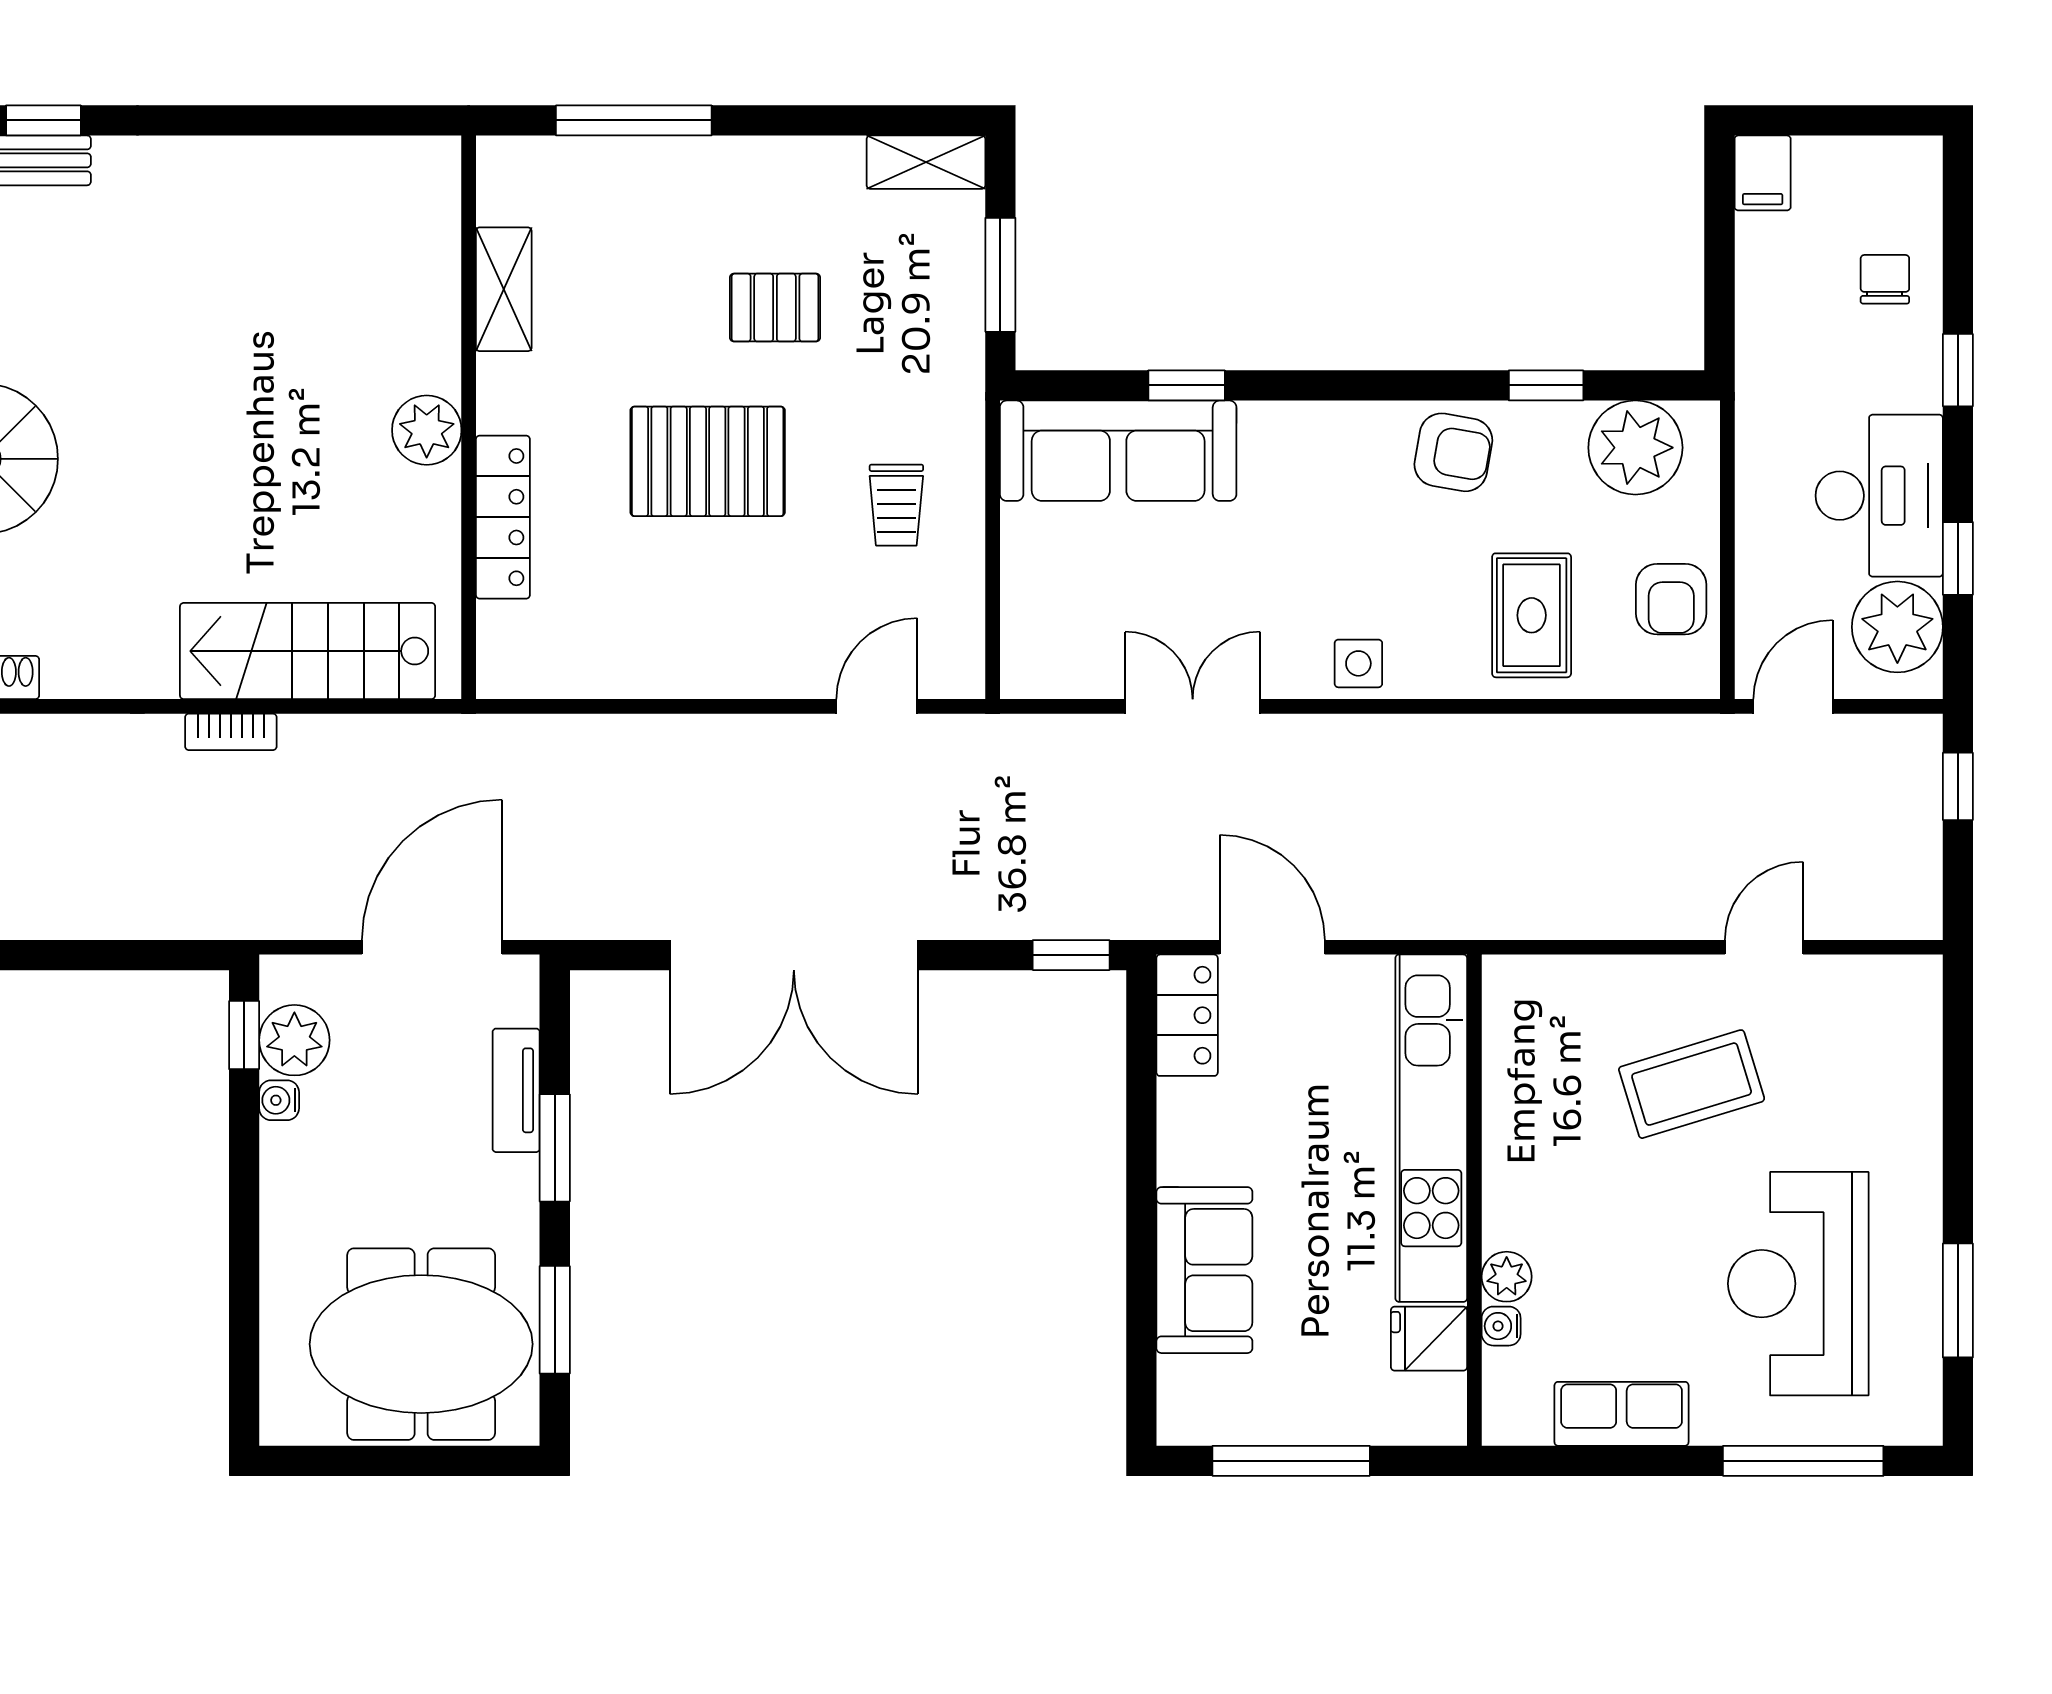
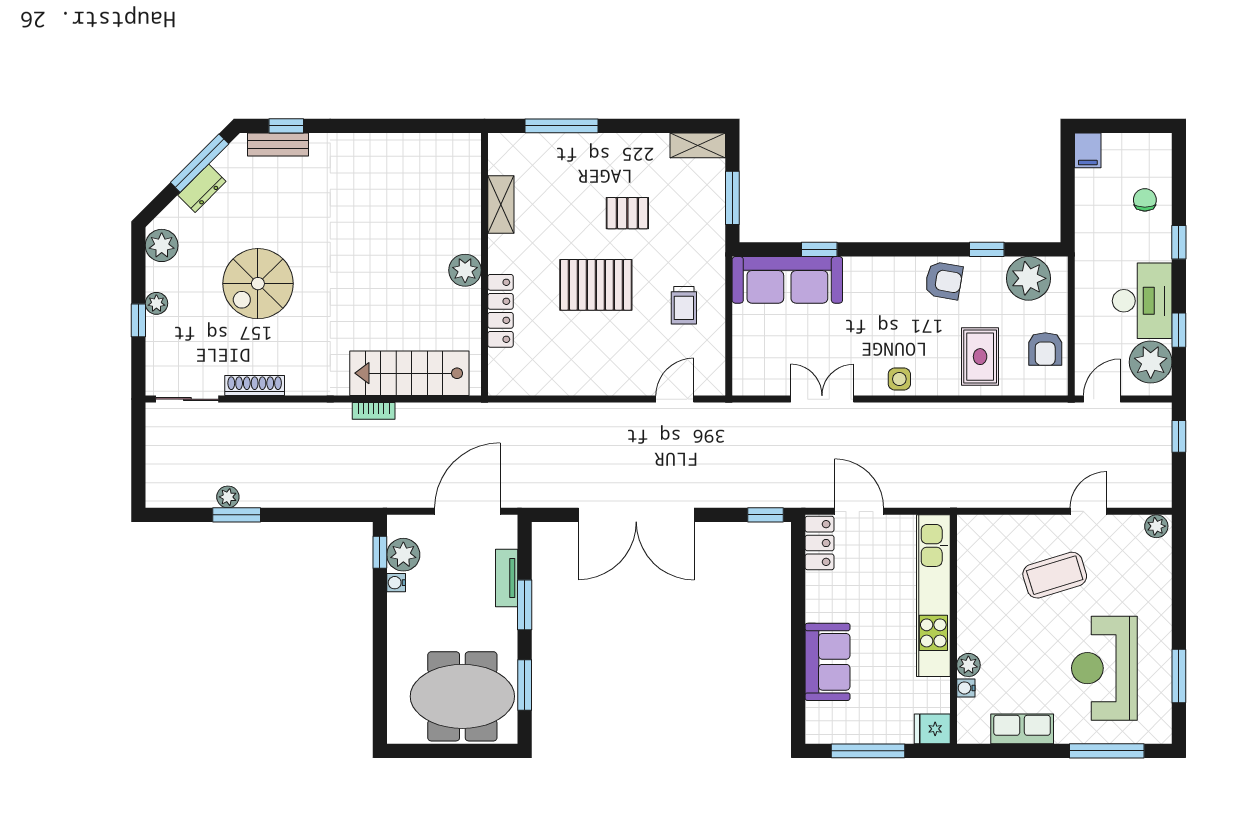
plant: (1910, 979) -> (1156, 526), added
fridge: (1429, 1339) -> (932, 729), moved

